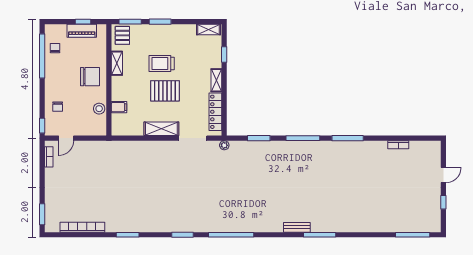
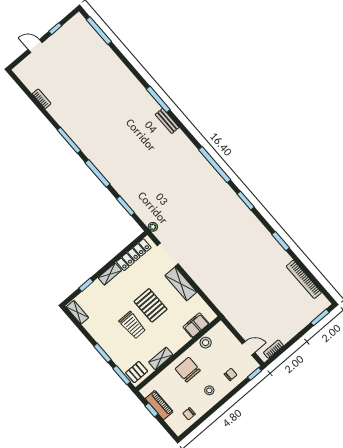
window: (42, 56) -> (203, 418), removed
stool: (60, 80) -> (209, 390), added
filing cabinet: (119, 107) -> (196, 325), width x2.00

